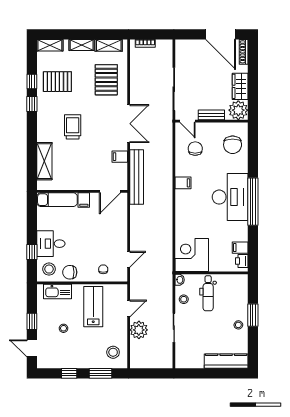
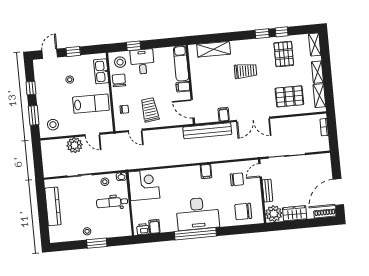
trolley: (107, 240) -> (150, 110), added
kitchen counter: (226, 361) -> (53, 206), moved

